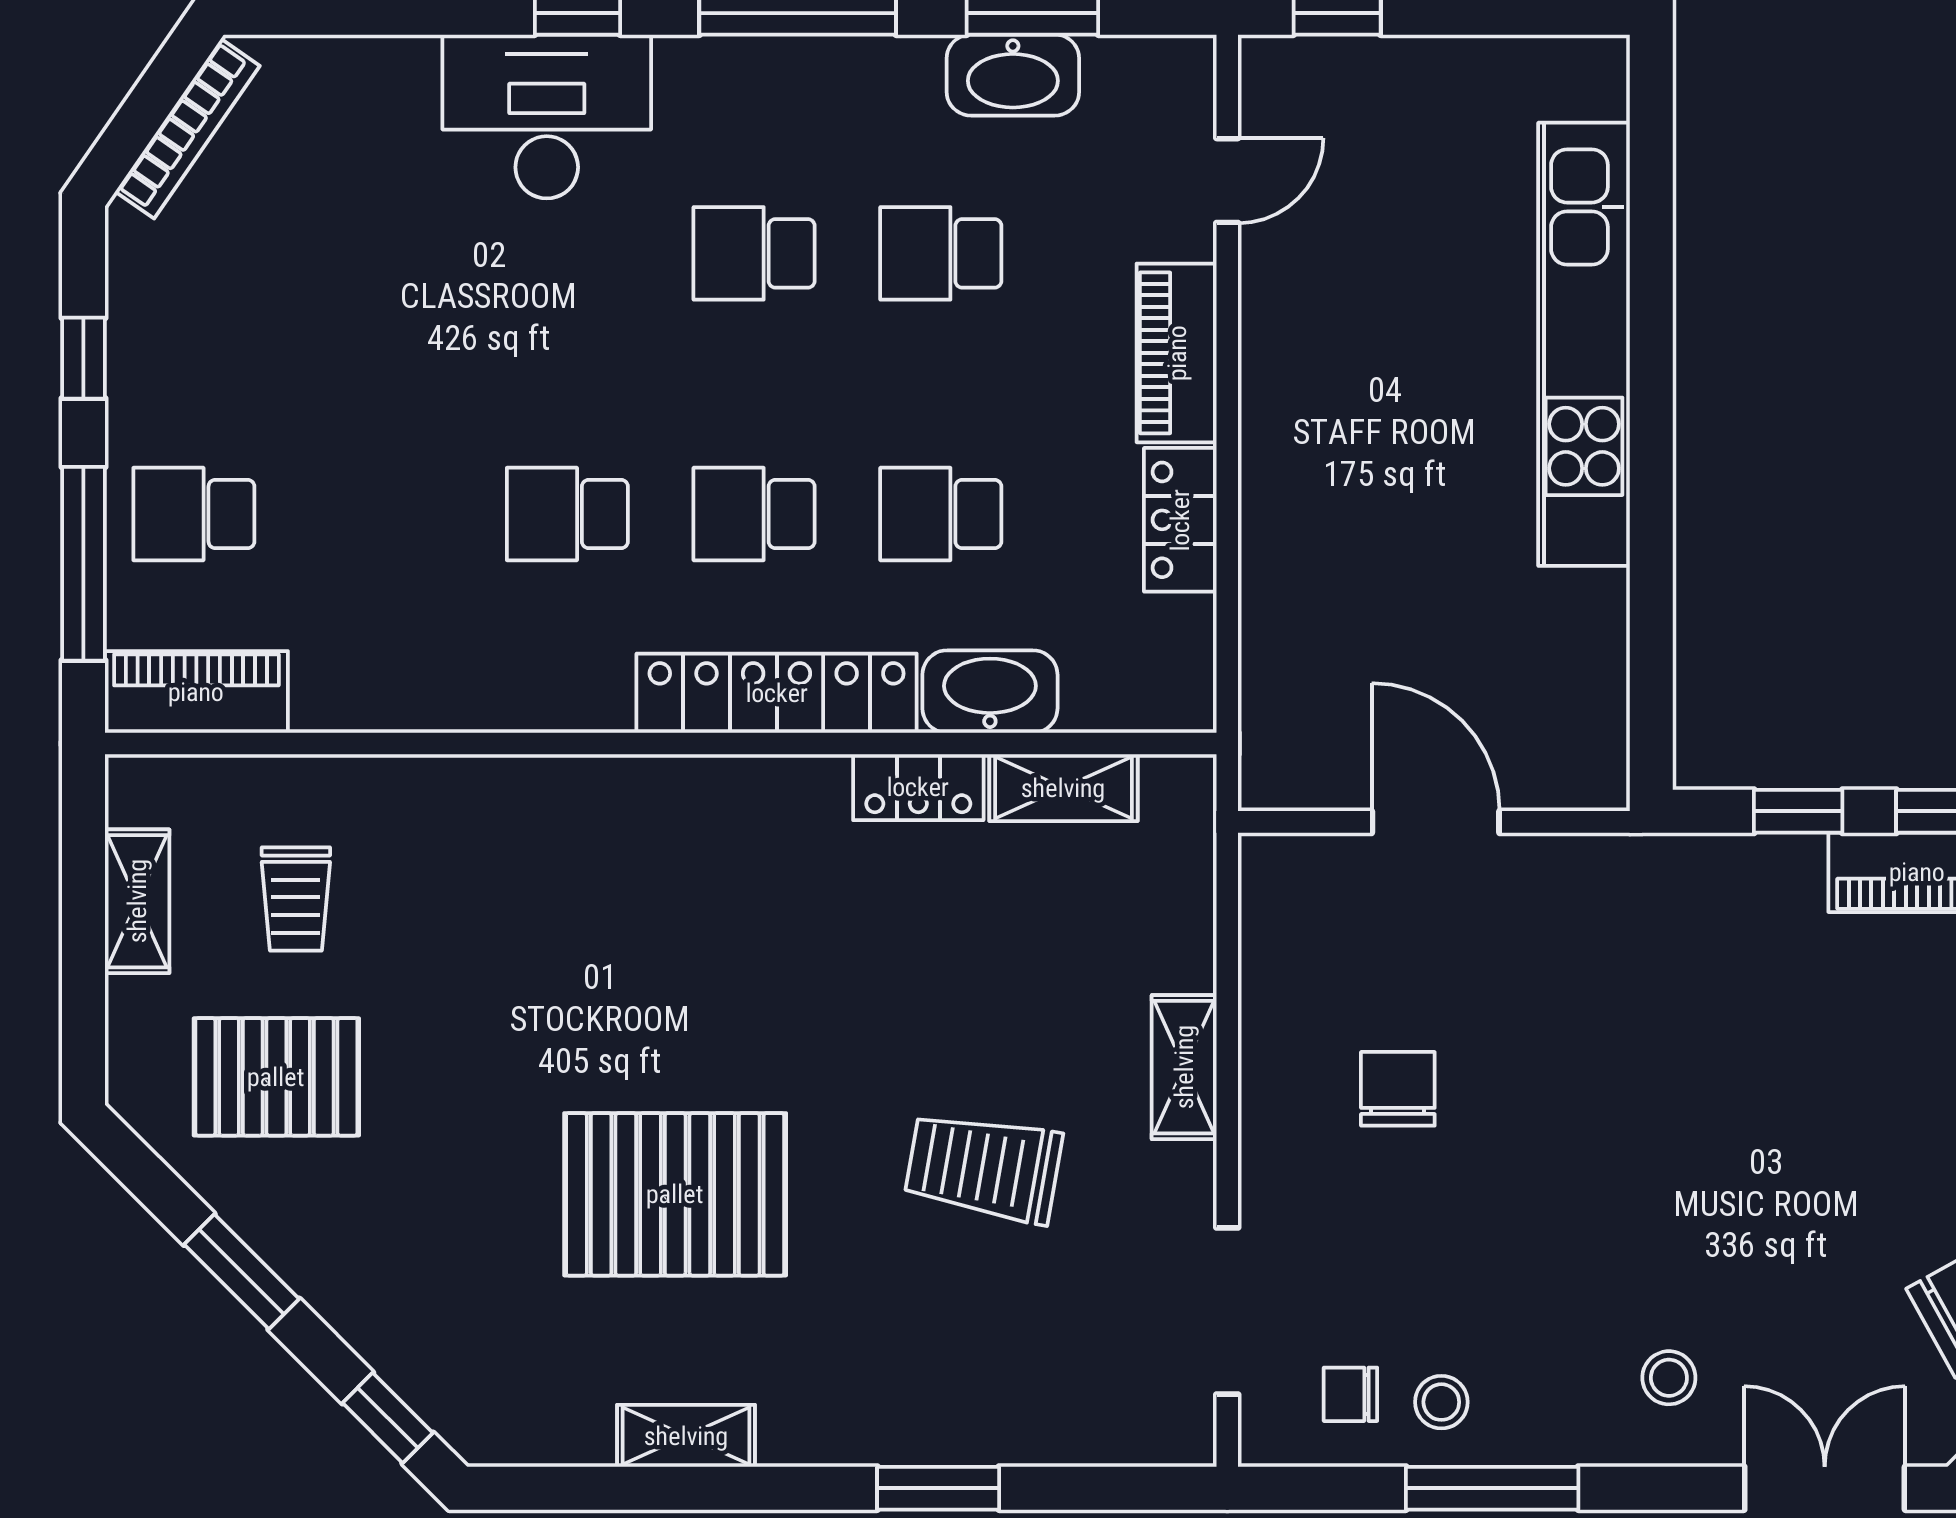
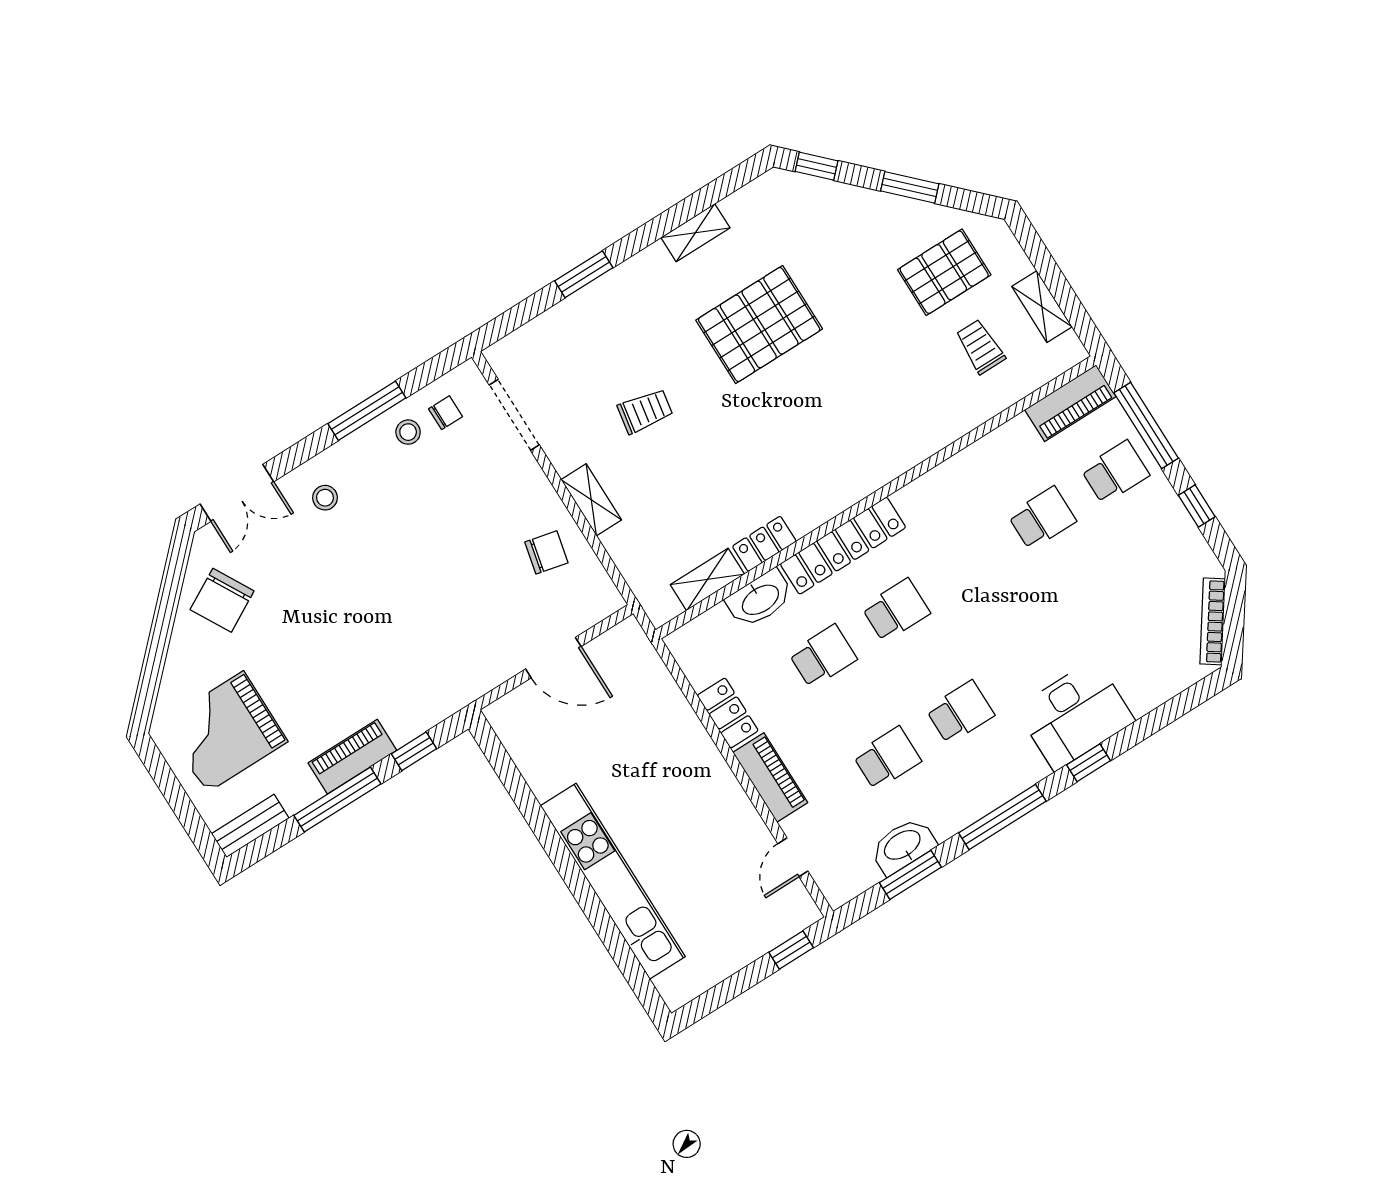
school desk: (567, 514) -> (1042, 518), moved
chair: (1398, 1089) -> (546, 552), moved, turned -77
trolley: (983, 1167) -> (645, 411), width x0.73, depth x0.72

